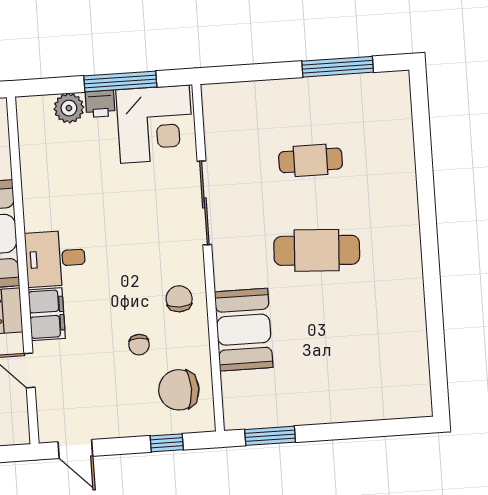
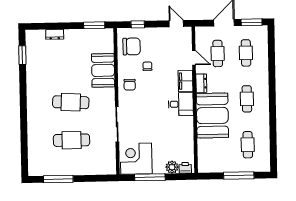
printer: (100, 104) -> (185, 168), moved
cafe table: (311, 160) -> (72, 140), width x1.37, depth x1.35
window: (437, 356) -> (22, 55), added
dresser: (363, 410) -> (55, 34), added

